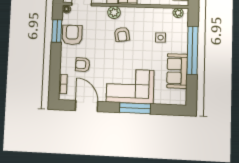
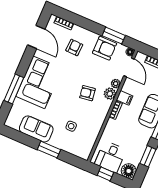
plant: (178, 13) -> (116, 84), moved
window: (192, 50) -> (49, 150), width x0.47
door: (87, 106) -> (36, 37), hinge flipped
window: (135, 108) -> (14, 89), moved

